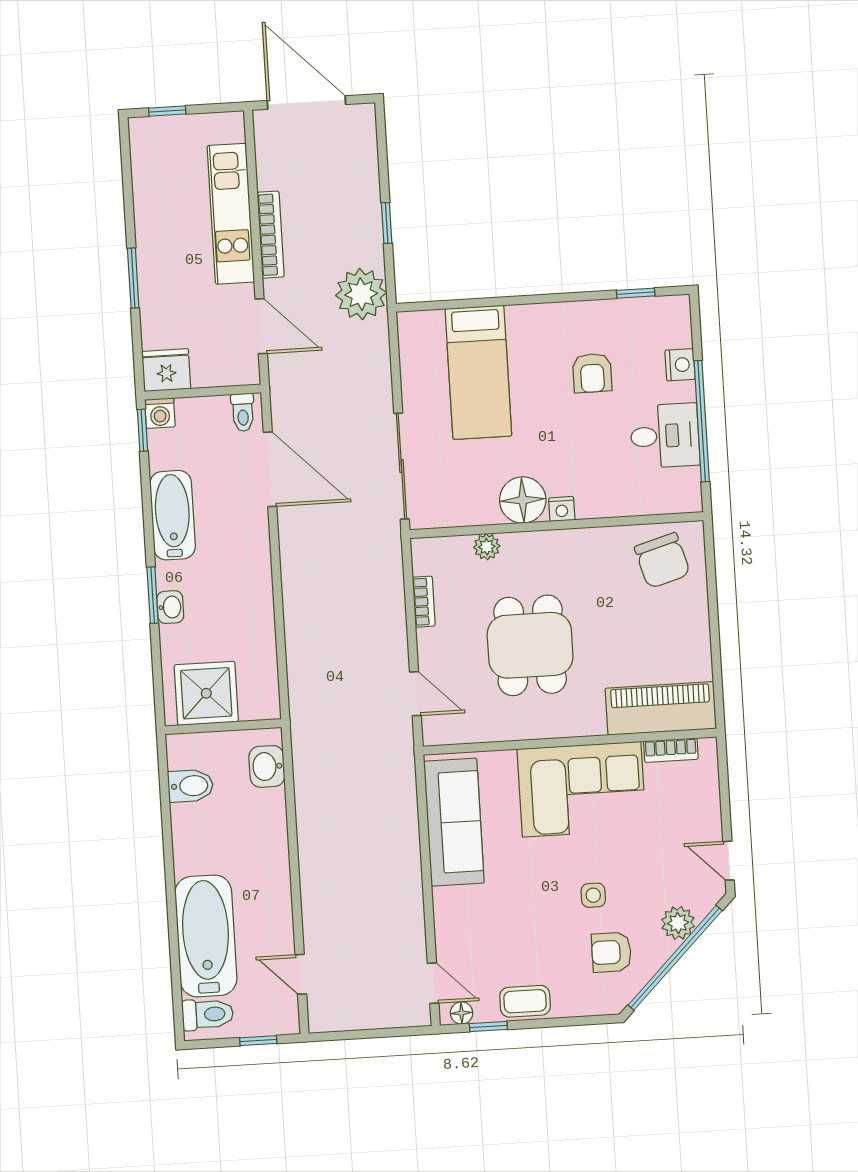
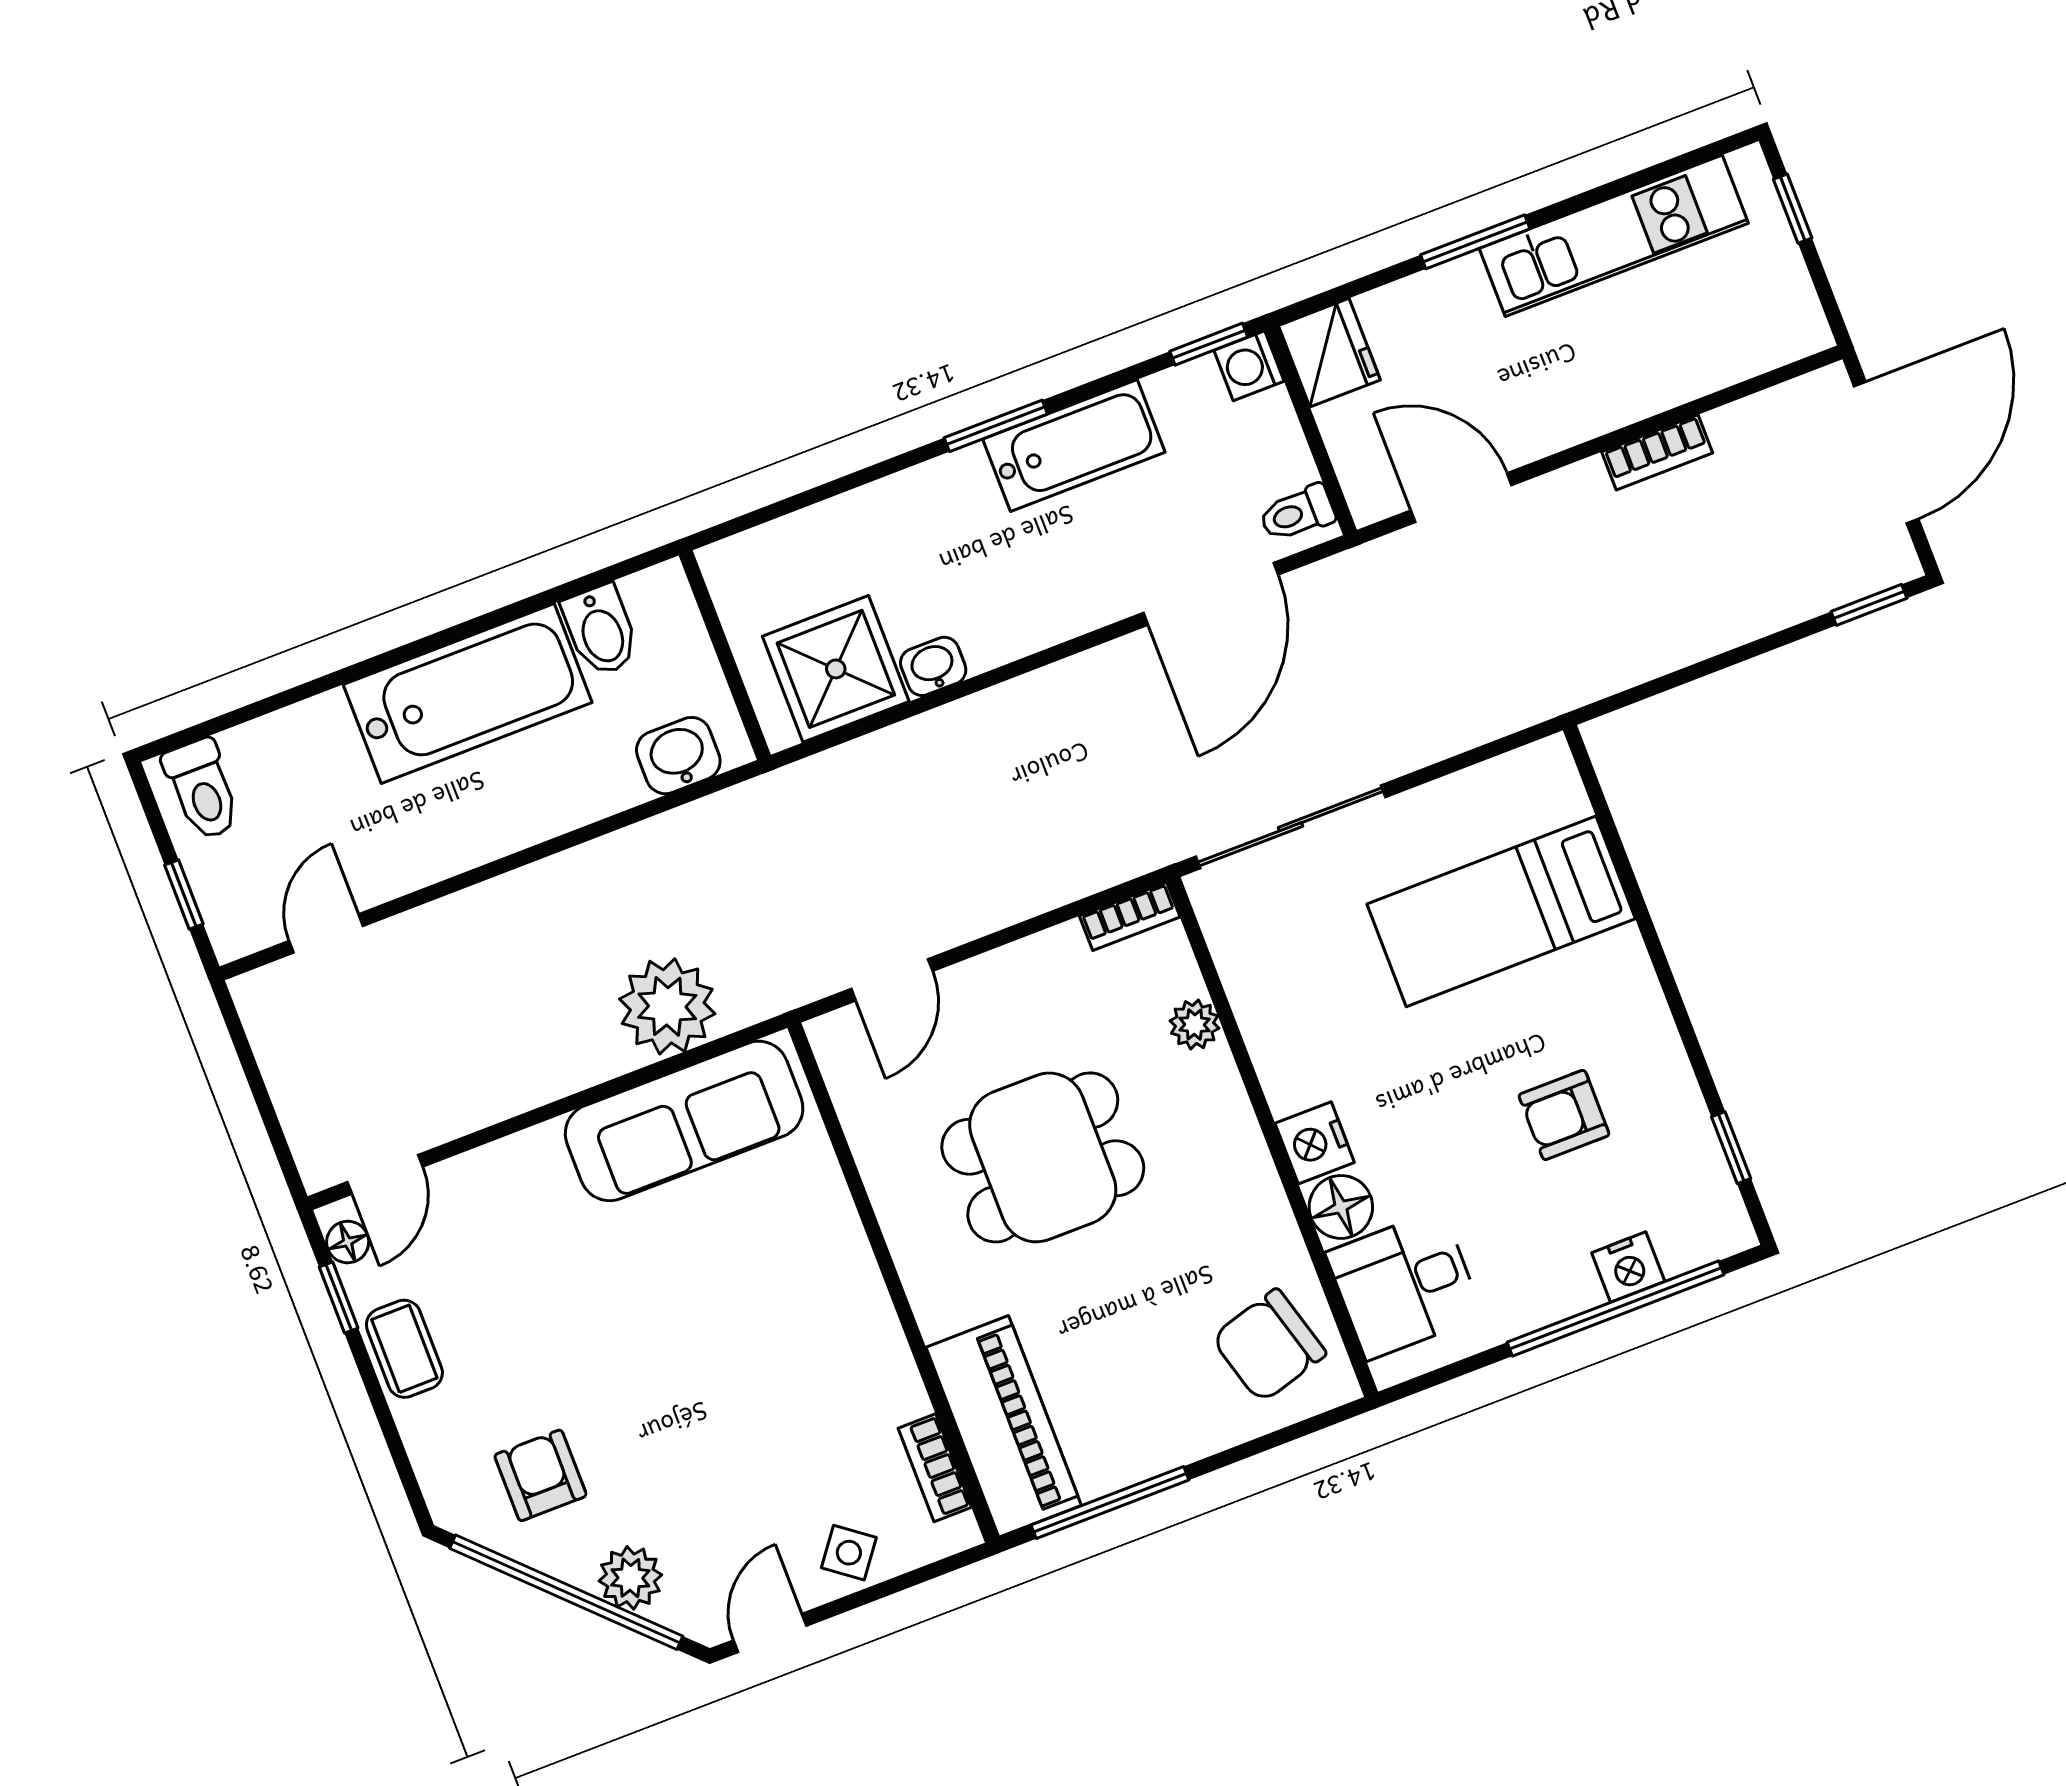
kitchen unit: (231, 214) -> (1614, 236), moved, turned 180
window: (387, 223) -> (1869, 605), moved
bookcase: (271, 235) -> (1657, 452), width x0.64
plant: (361, 294) -> (667, 1006), moved
door: (261, 326) -> (1461, 498), swing flipped
window: (702, 421) -> (1615, 1308), moved
desk: (665, 436) -> (1404, 1284), moved, turned 90
floor lamp: (523, 500) -> (1341, 1207), moved, width x0.73, depth x0.73
nightstand: (562, 509) -> (1315, 1143), width x1.39, depth x1.35
window: (153, 595) -> (996, 426), moved
bookcase: (424, 602) -> (1130, 917), moved
washbasin: (170, 607) -> (933, 666), moved, turned 180
window: (717, 667) -> (1110, 1503), added
shower: (206, 693) -> (836, 669), moved
corner sofa: (582, 789) -> (815, 1330), removed
side table: (593, 895) -> (849, 1553), moved, turned 37
bathtub: (206, 936) -> (468, 693), moved

